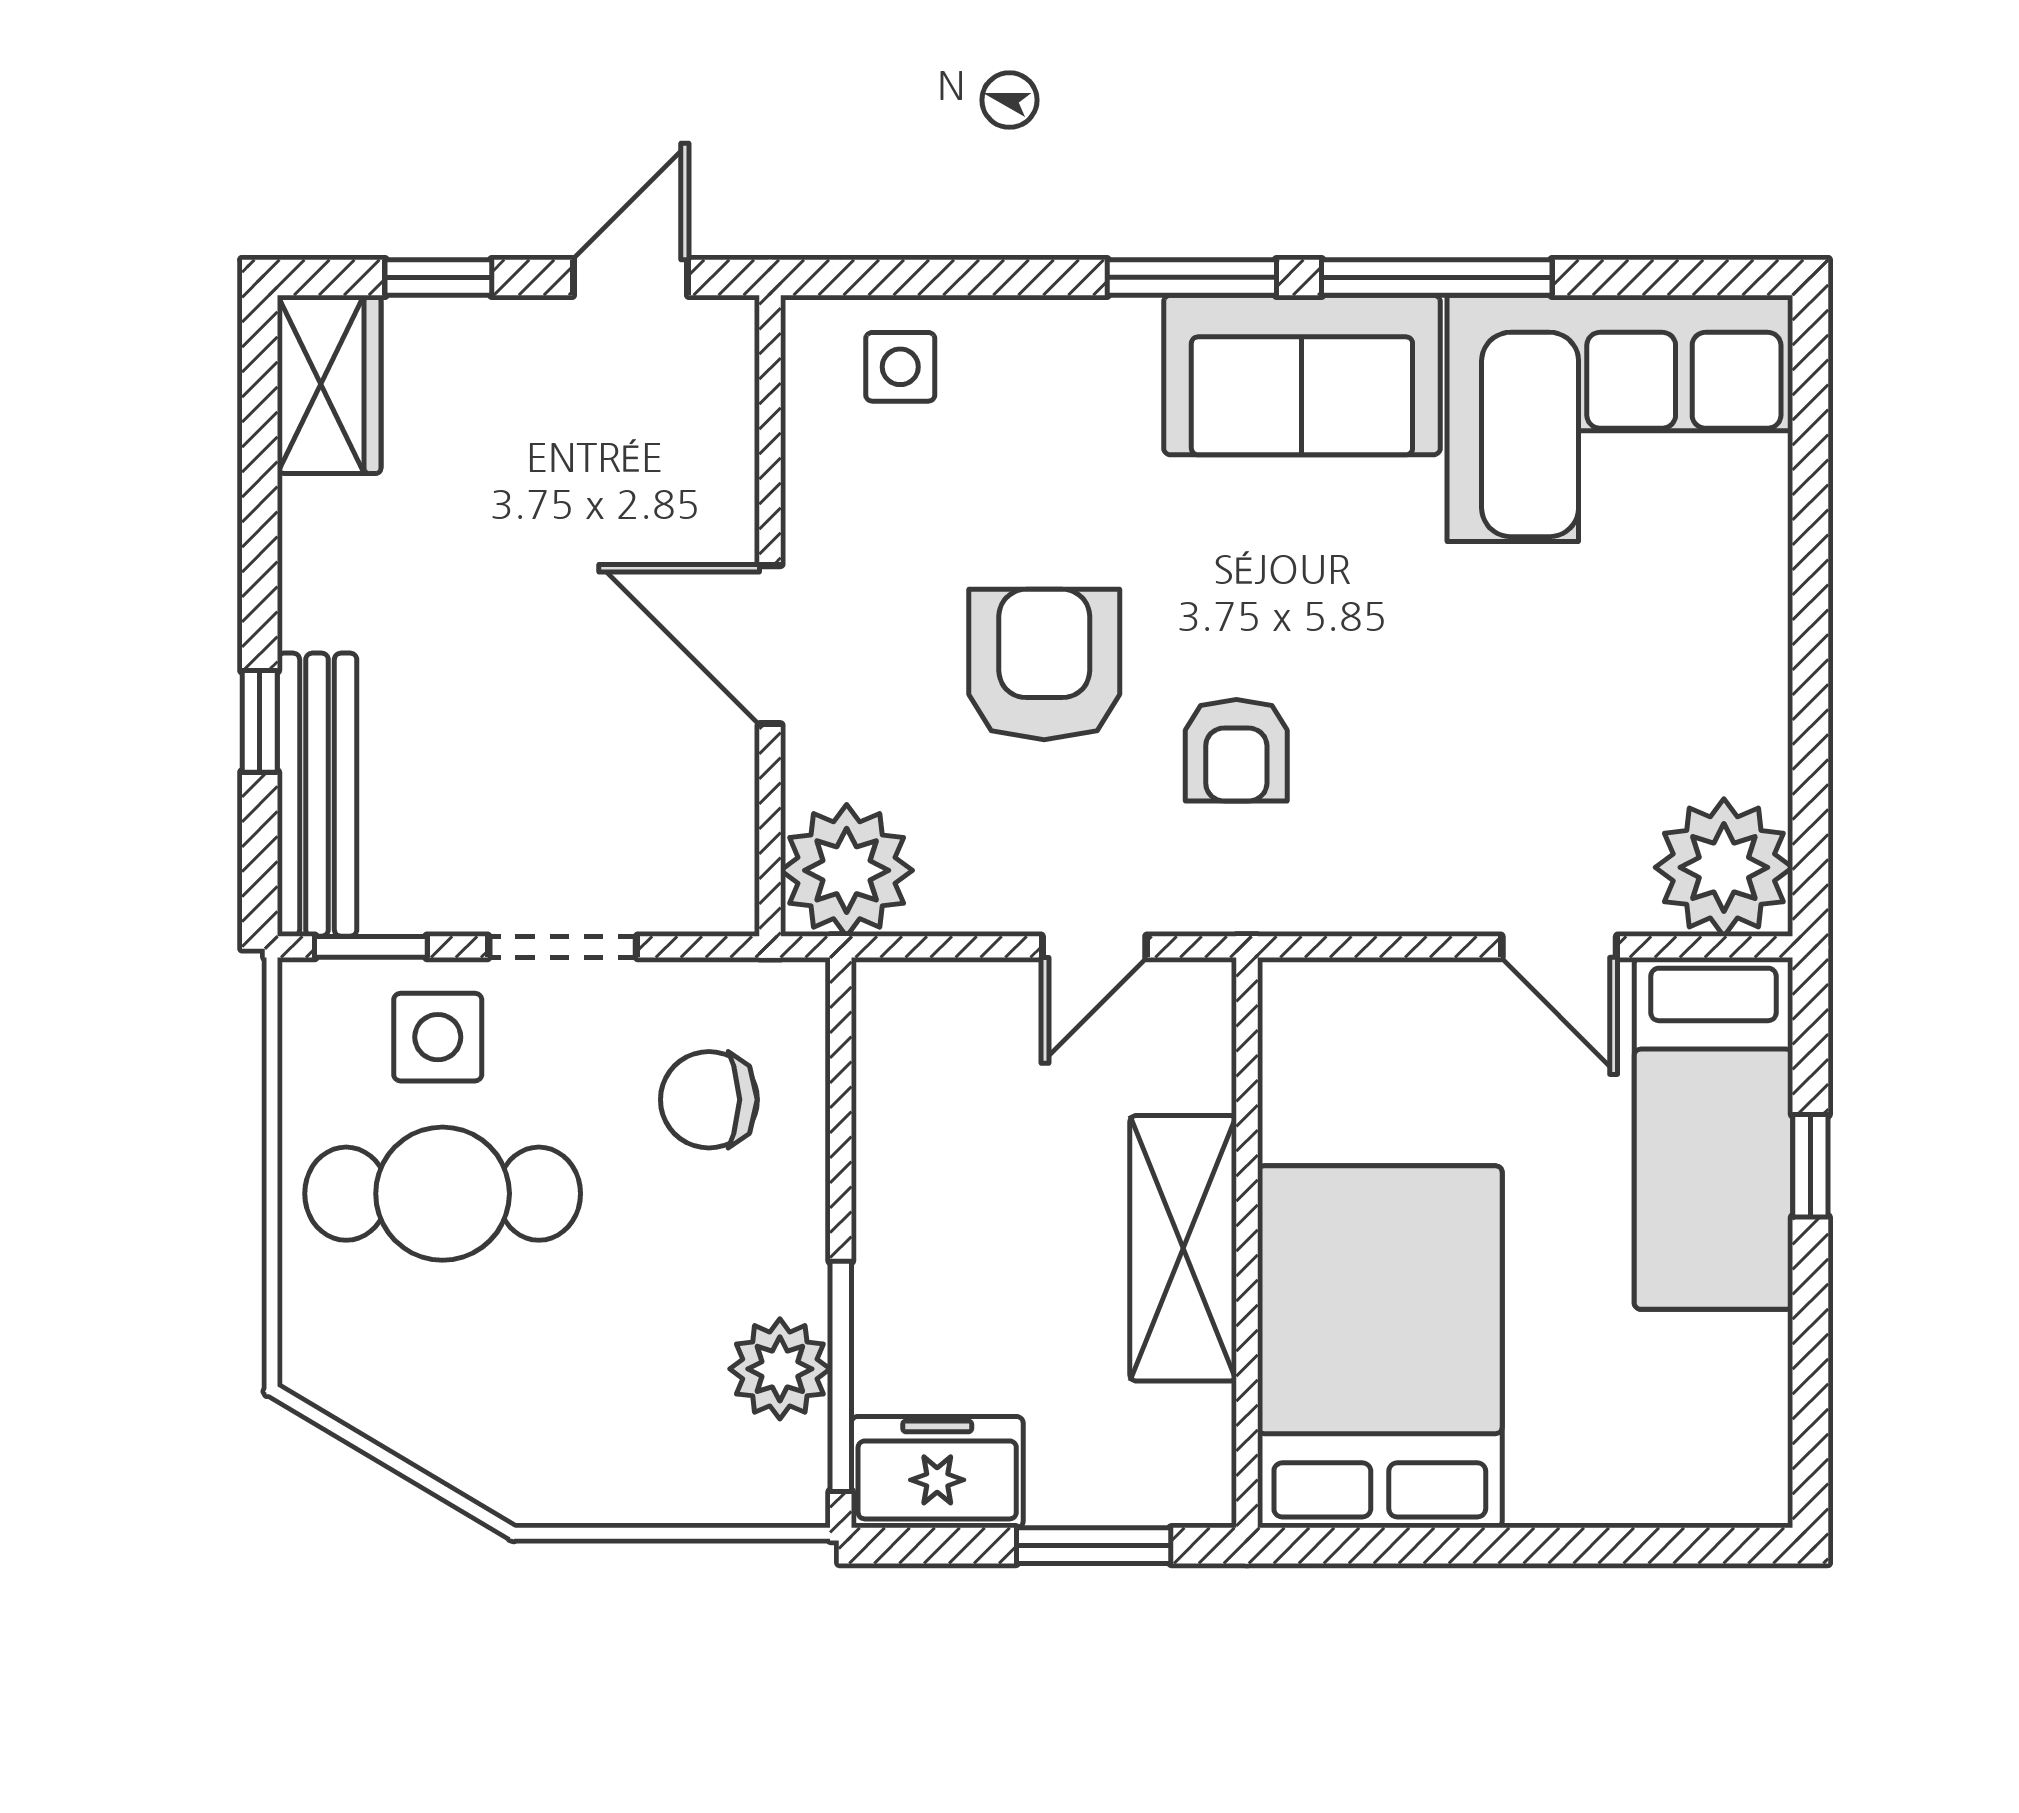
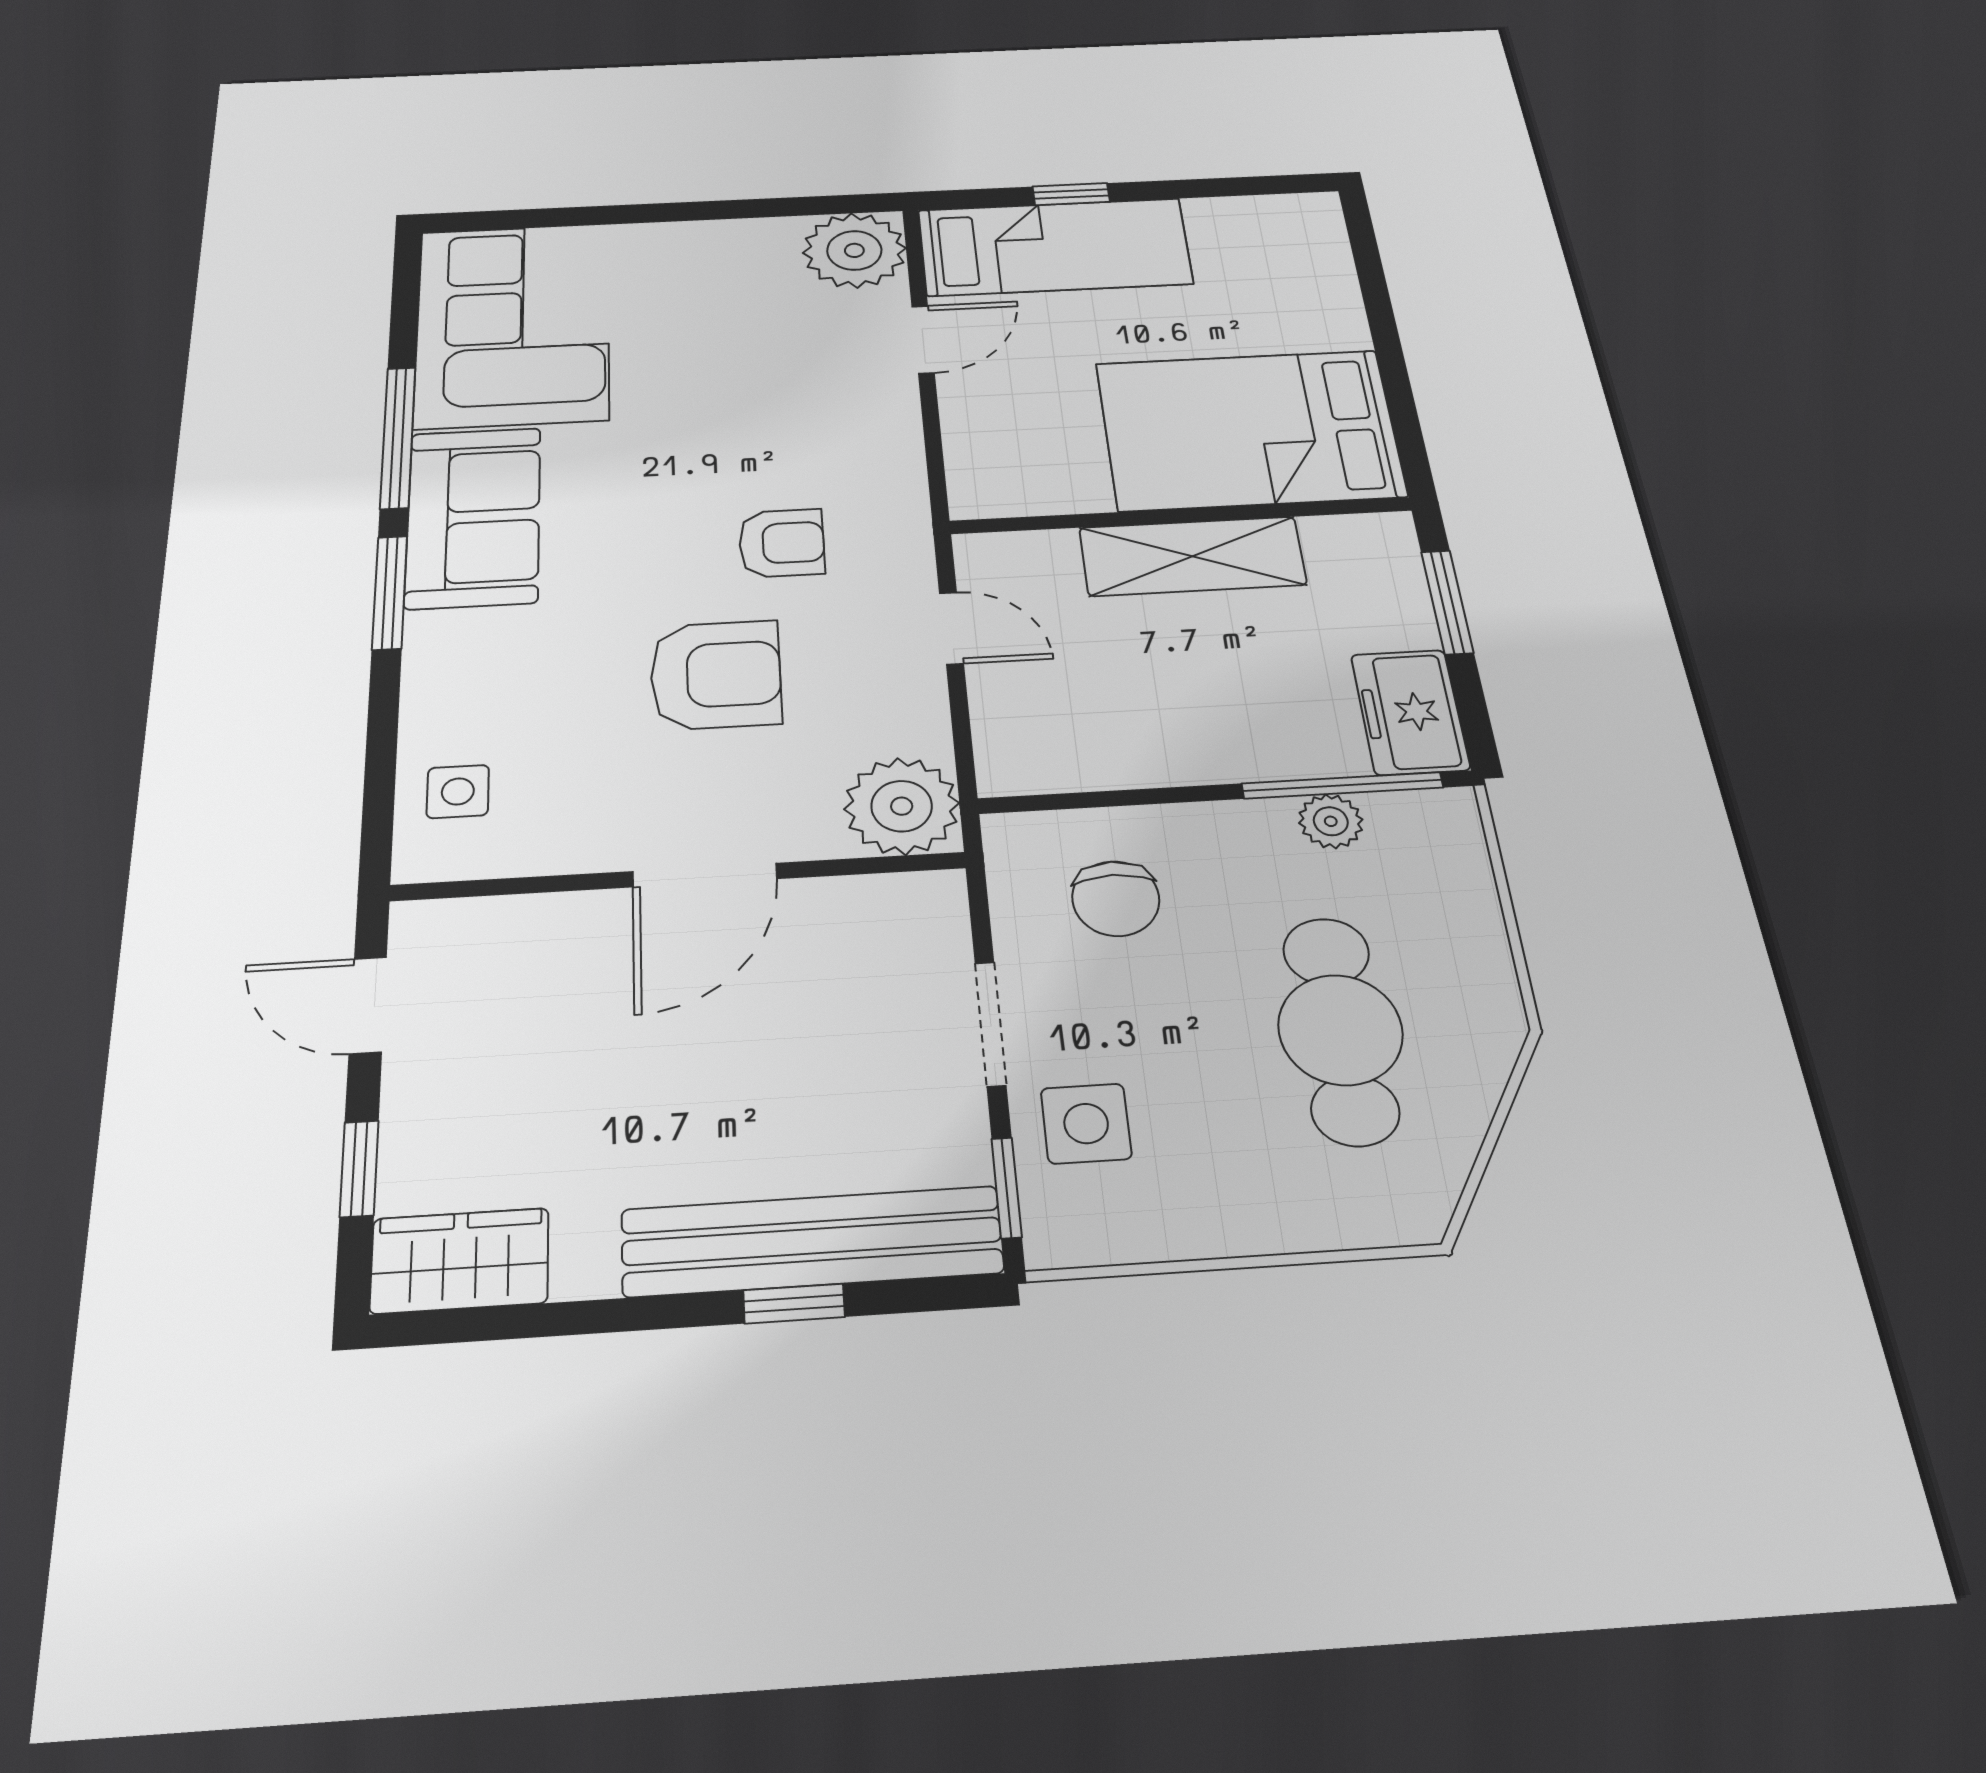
armchair: (1044, 665) -> (716, 675), turned 180
bench: (317, 795) -> (812, 1241), width x1.37, depth x1.21
cafe table: (443, 1194) -> (1340, 1030), moved
plant: (780, 1369) -> (1331, 821), width x0.73, depth x0.73

